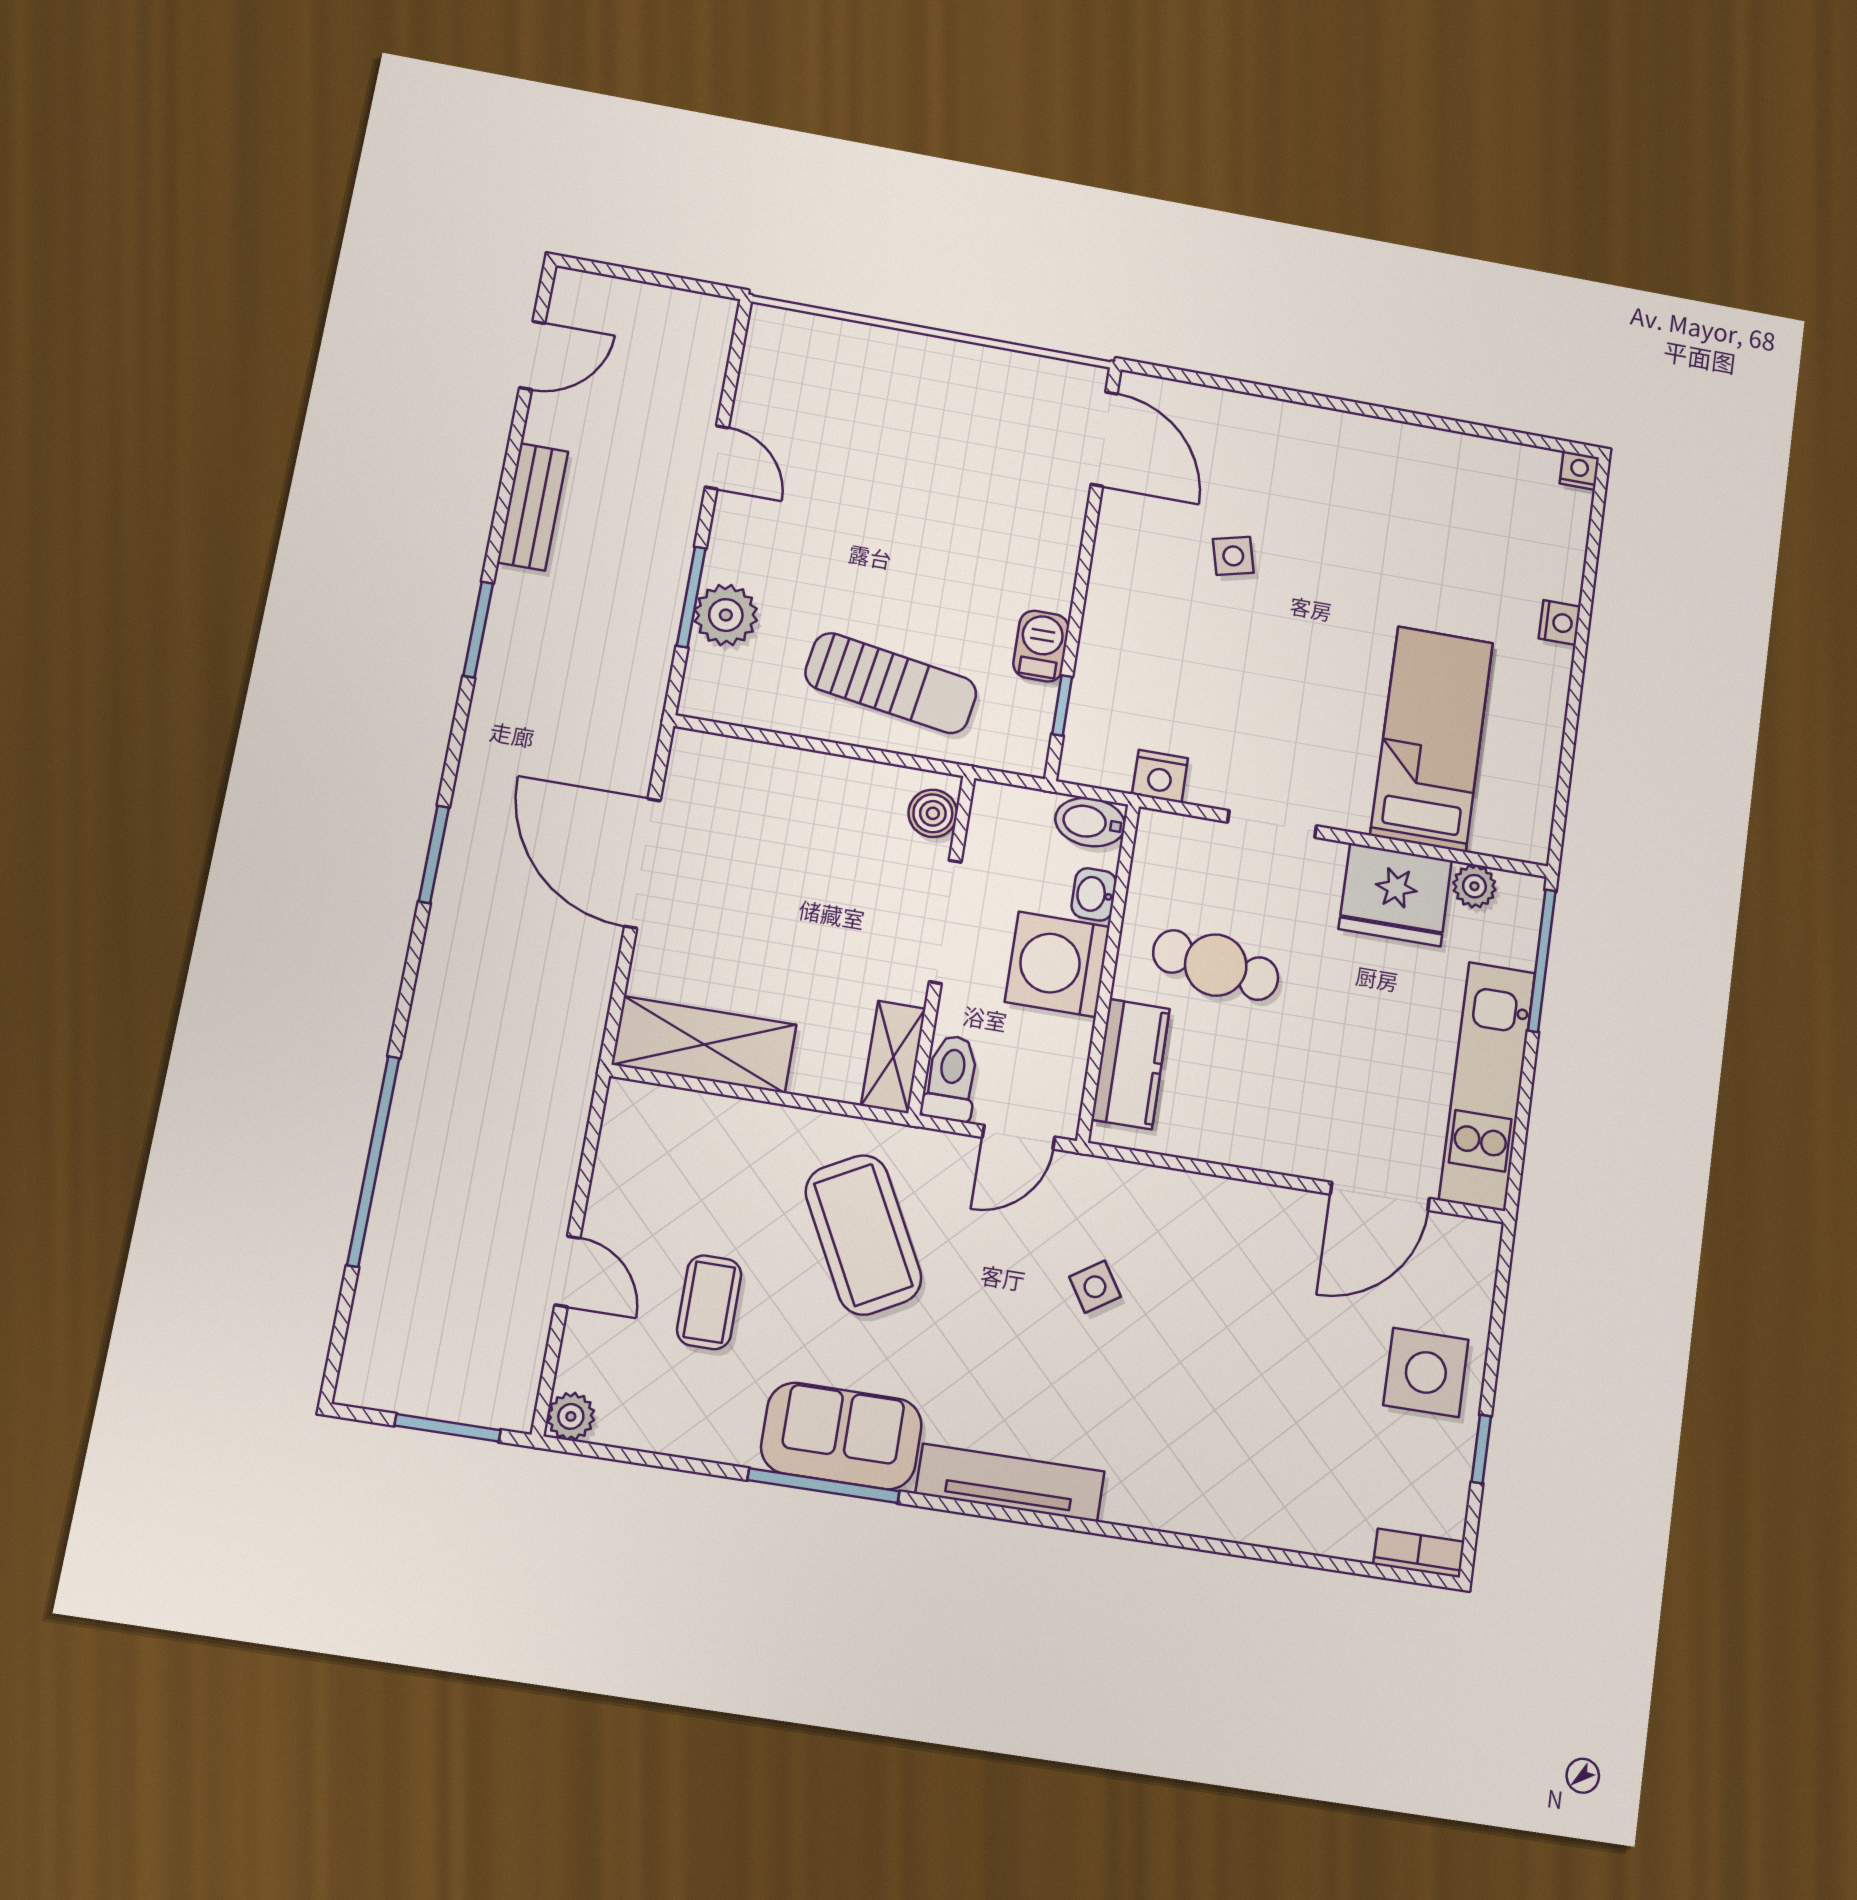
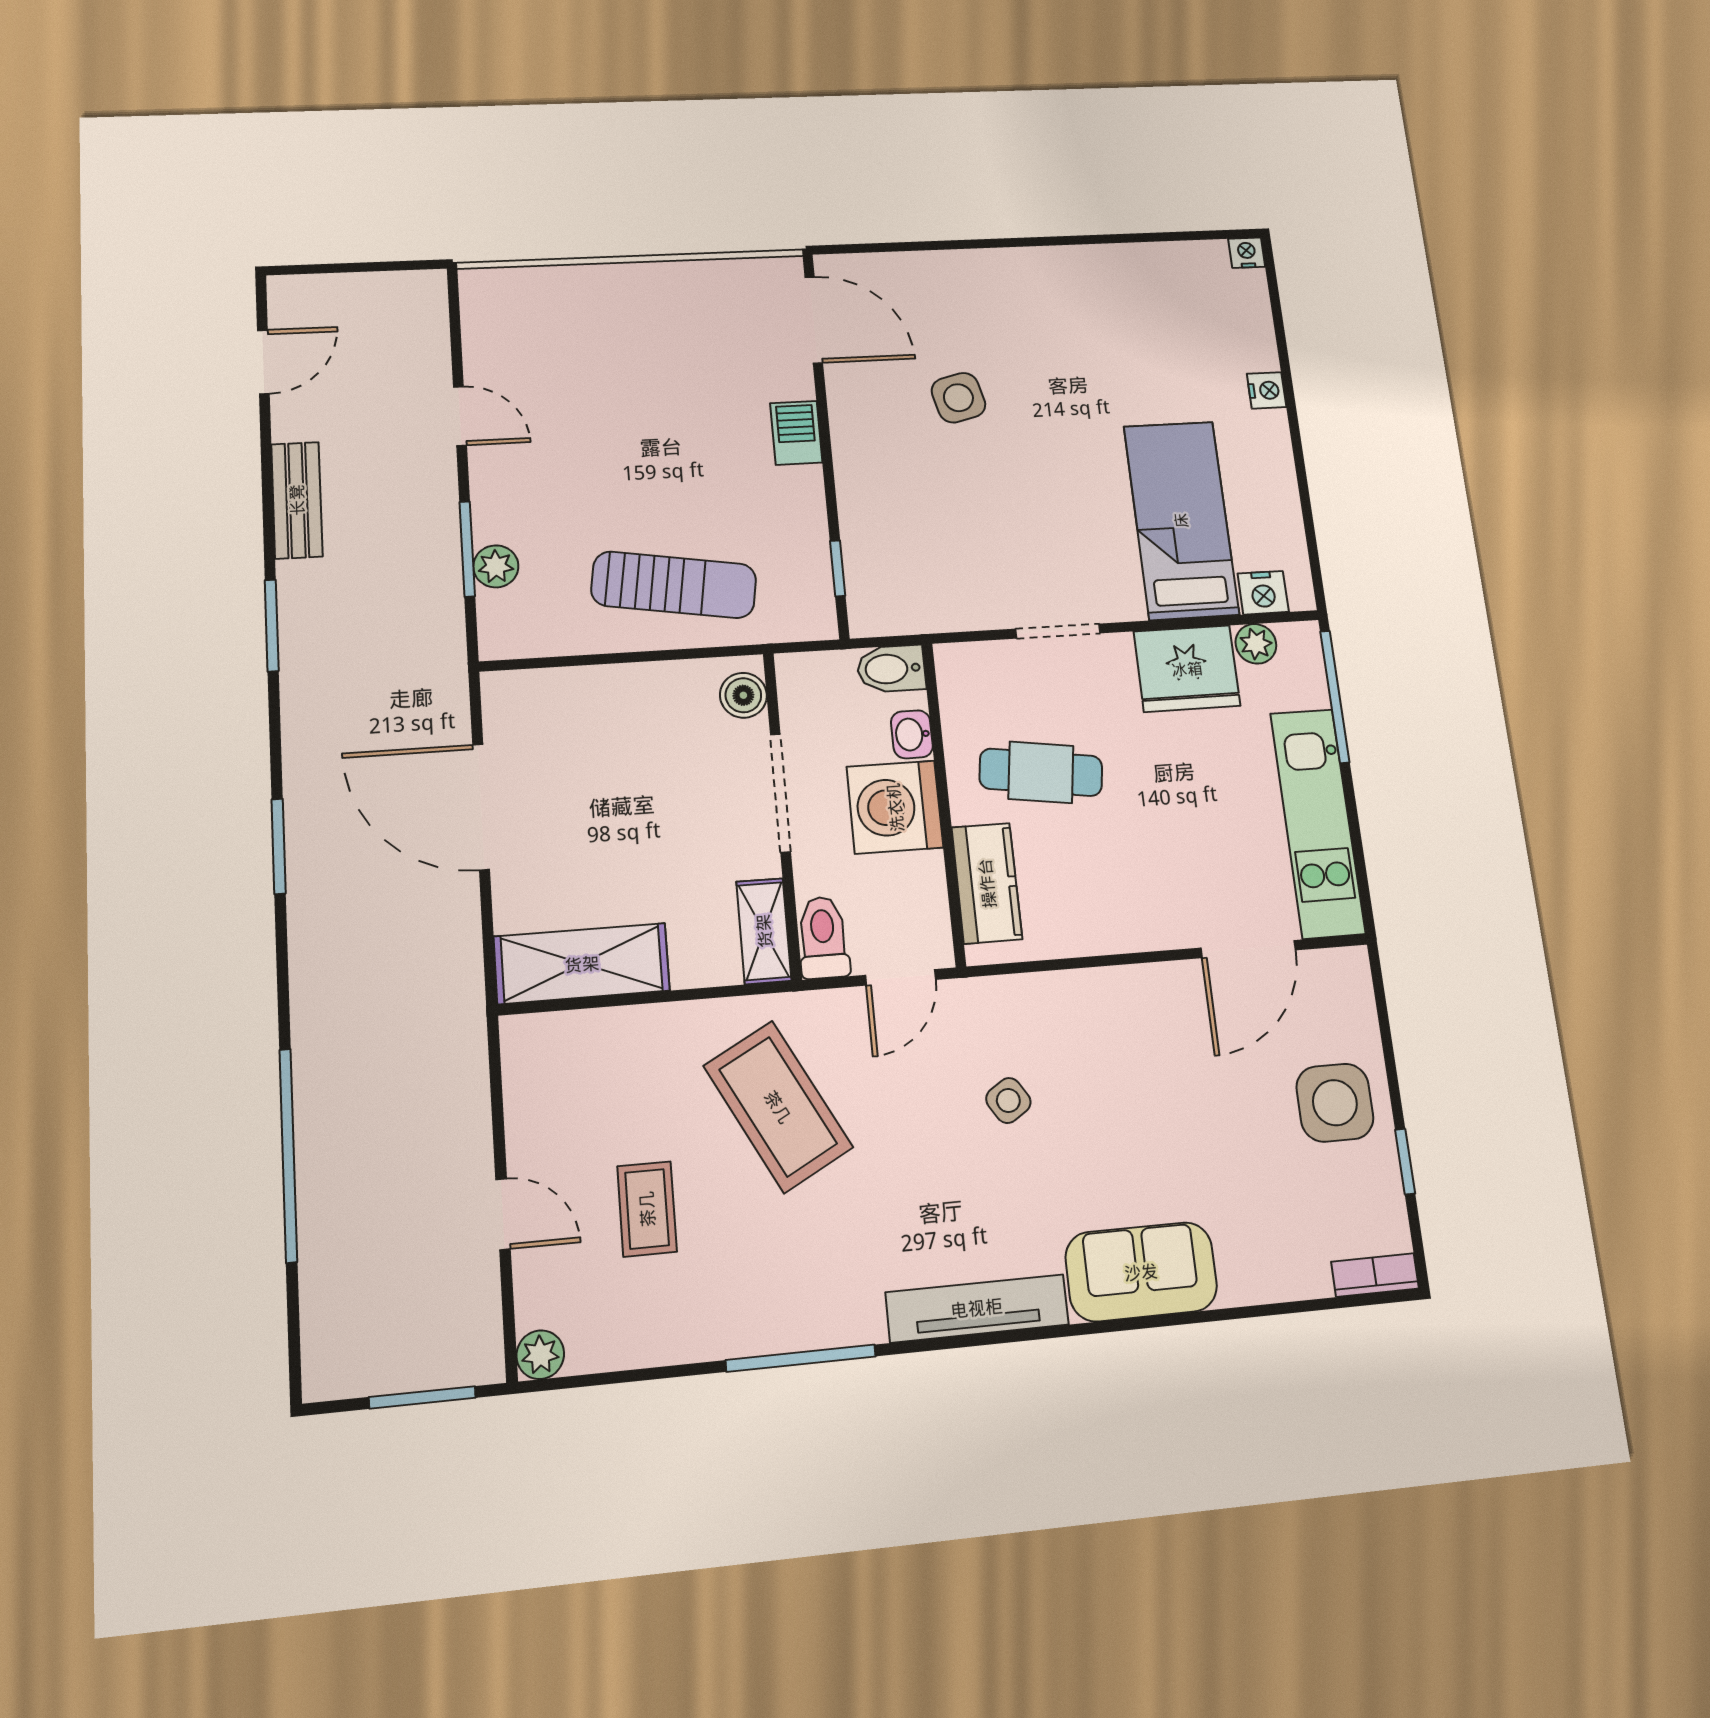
side table: (1233, 556) -> (958, 398), width x1.37, depth x1.37
plant: (726, 615) -> (496, 566), width x0.73, depth x0.73
barbecue: (1041, 646) -> (796, 433), moved
nightstand: (1160, 776) -> (1263, 593), moved
sofa: (841, 1436) -> (1141, 1272), moved

